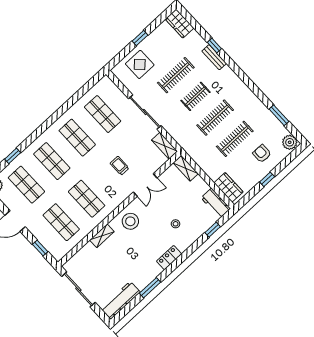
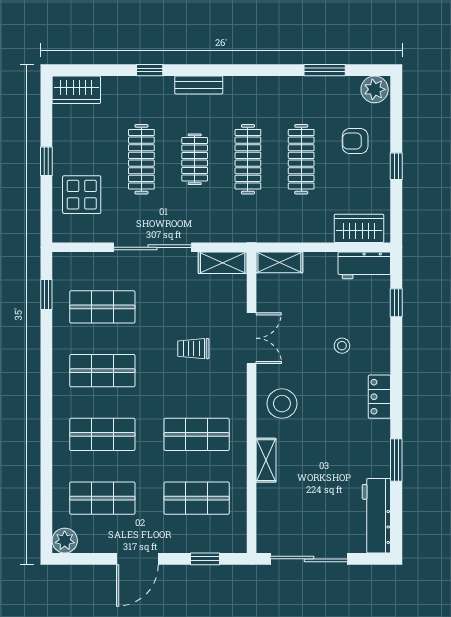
bench: (214, 57) -> (199, 85), moved
window: (13, 156) -> (46, 294), moved

